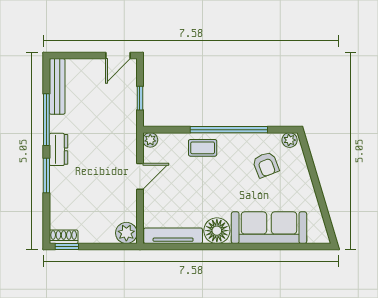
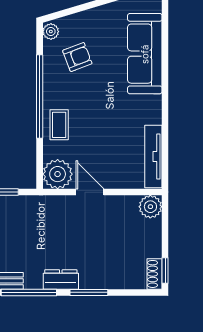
plant: (150, 140) -> (58, 174), width x1.88, depth x1.88
floor lamp: (217, 231) -> (148, 110), removed

